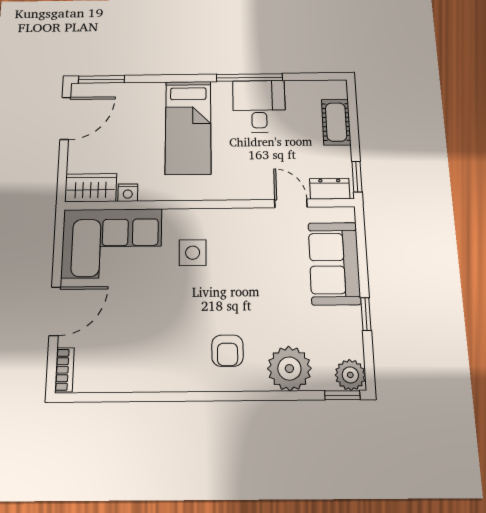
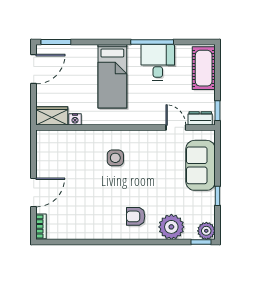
cot: (336, 122) -> (204, 68), width x1.37, depth x1.34
corner sofa: (112, 243) -> (66, 151), removed
armchair: (227, 351) -> (136, 216), turned 90

